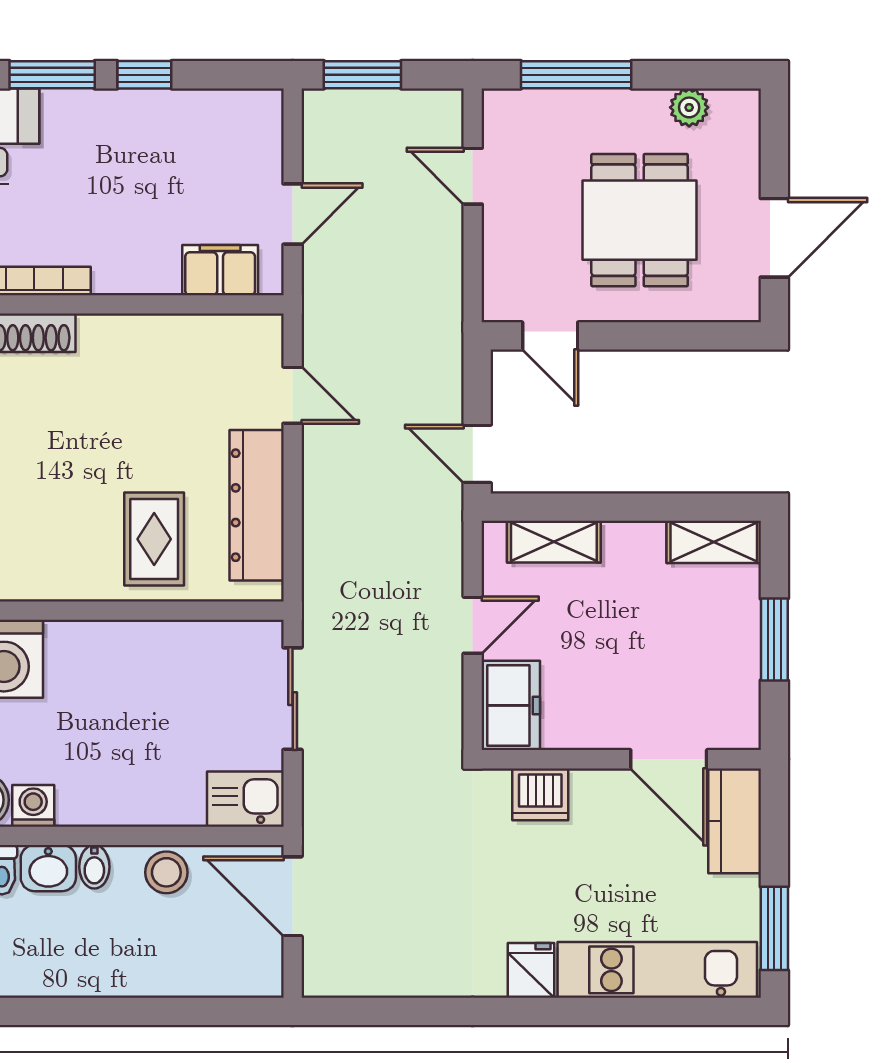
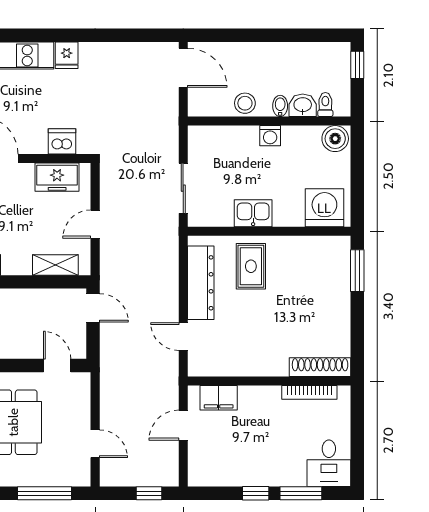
window: (362, 75) -> (149, 493), width x0.67
freezer: (511, 705) -> (57, 177), moved, turned -90
kitchen sink: (245, 799) -> (253, 213), moved, turned 180
washing machine: (33, 806) -> (270, 136), moved
door: (293, 896) -> (183, 68), moved

